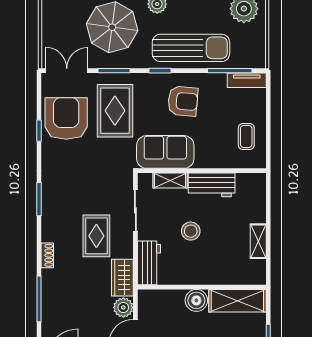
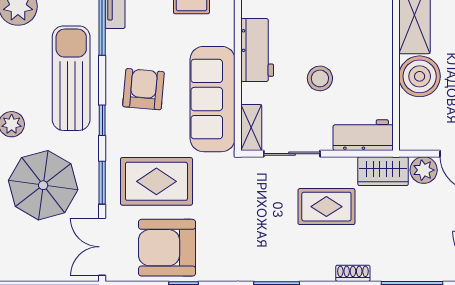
sofa: (165, 152) -> (213, 99), width x1.36
shelving: (170, 181) -> (251, 128), moved
boiler: (196, 300) -> (420, 76), width x1.37, depth x1.37

